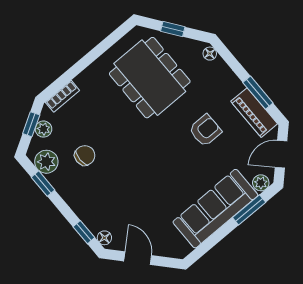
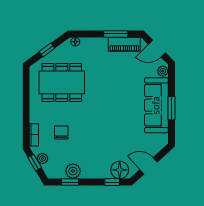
armchair: (205, 130) -> (112, 77), removed
door: (281, 154) -> (157, 49), hinge flipped
chair: (85, 155) -> (61, 133), moved
plant: (46, 162) -> (73, 171), moved
window: (249, 210) -> (172, 108), moved
floor lamp: (104, 238) -> (120, 170), width x1.89, depth x1.89

